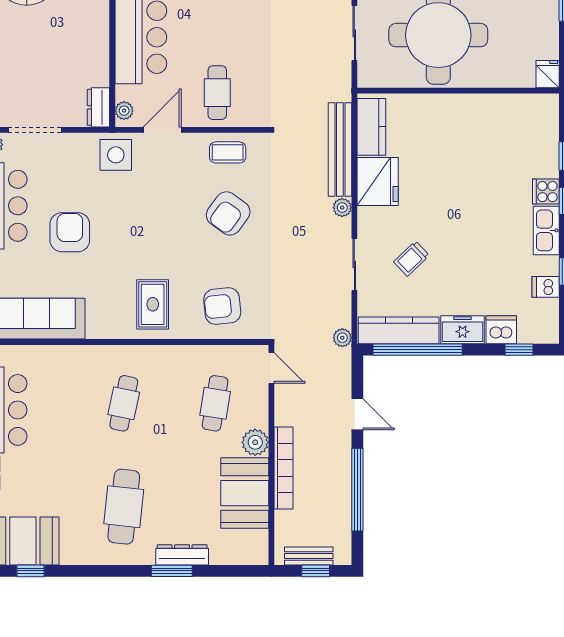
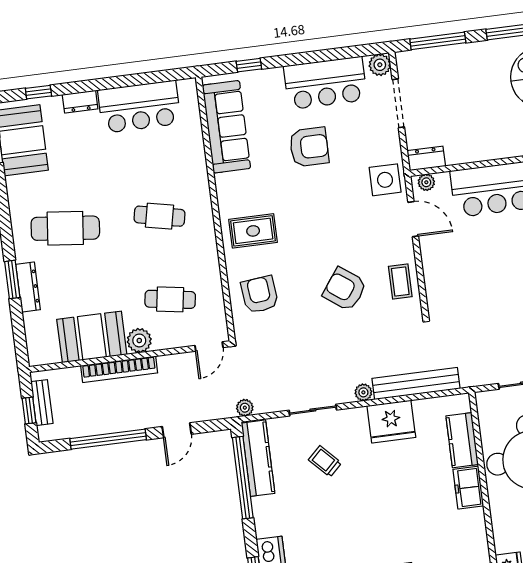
cafe table: (217, 93) -> (454, 265), removed
kitchen counter: (371, 127) -> (462, 440), moved, turned 90
freezer: (463, 330) -> (468, 488), moved, turned 180

